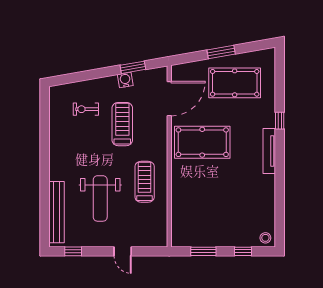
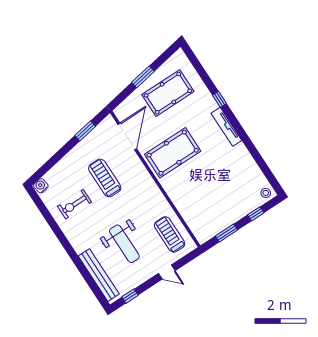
water cooler: (125, 80) -> (41, 186), moved
exercise bike: (86, 109) -> (74, 204), moved, width x1.38, depth x1.39
treadmill: (145, 182) -> (170, 234), moved

